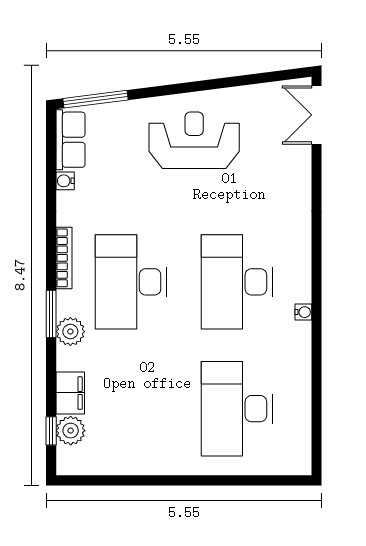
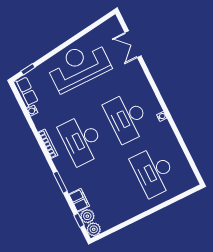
window: (95, 99) -> (28, 69), width x0.46
double door: (316, 115) -> (133, 44), moved
reception desk: (194, 140) -> (79, 66), width x1.36, depth x1.30
window: (51, 314) -> (60, 182), moved
plant: (70, 332) -> (94, 229), moved

